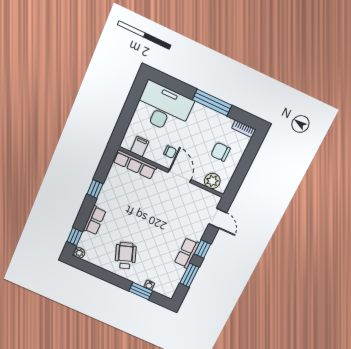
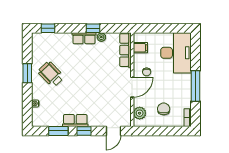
row of seats: (95, 220) -> (84, 38), moved
plant: (79, 253) -> (101, 37), moved
wheelchair: (126, 256) -> (51, 74), turned -115
window: (141, 291) -> (27, 73), moved

